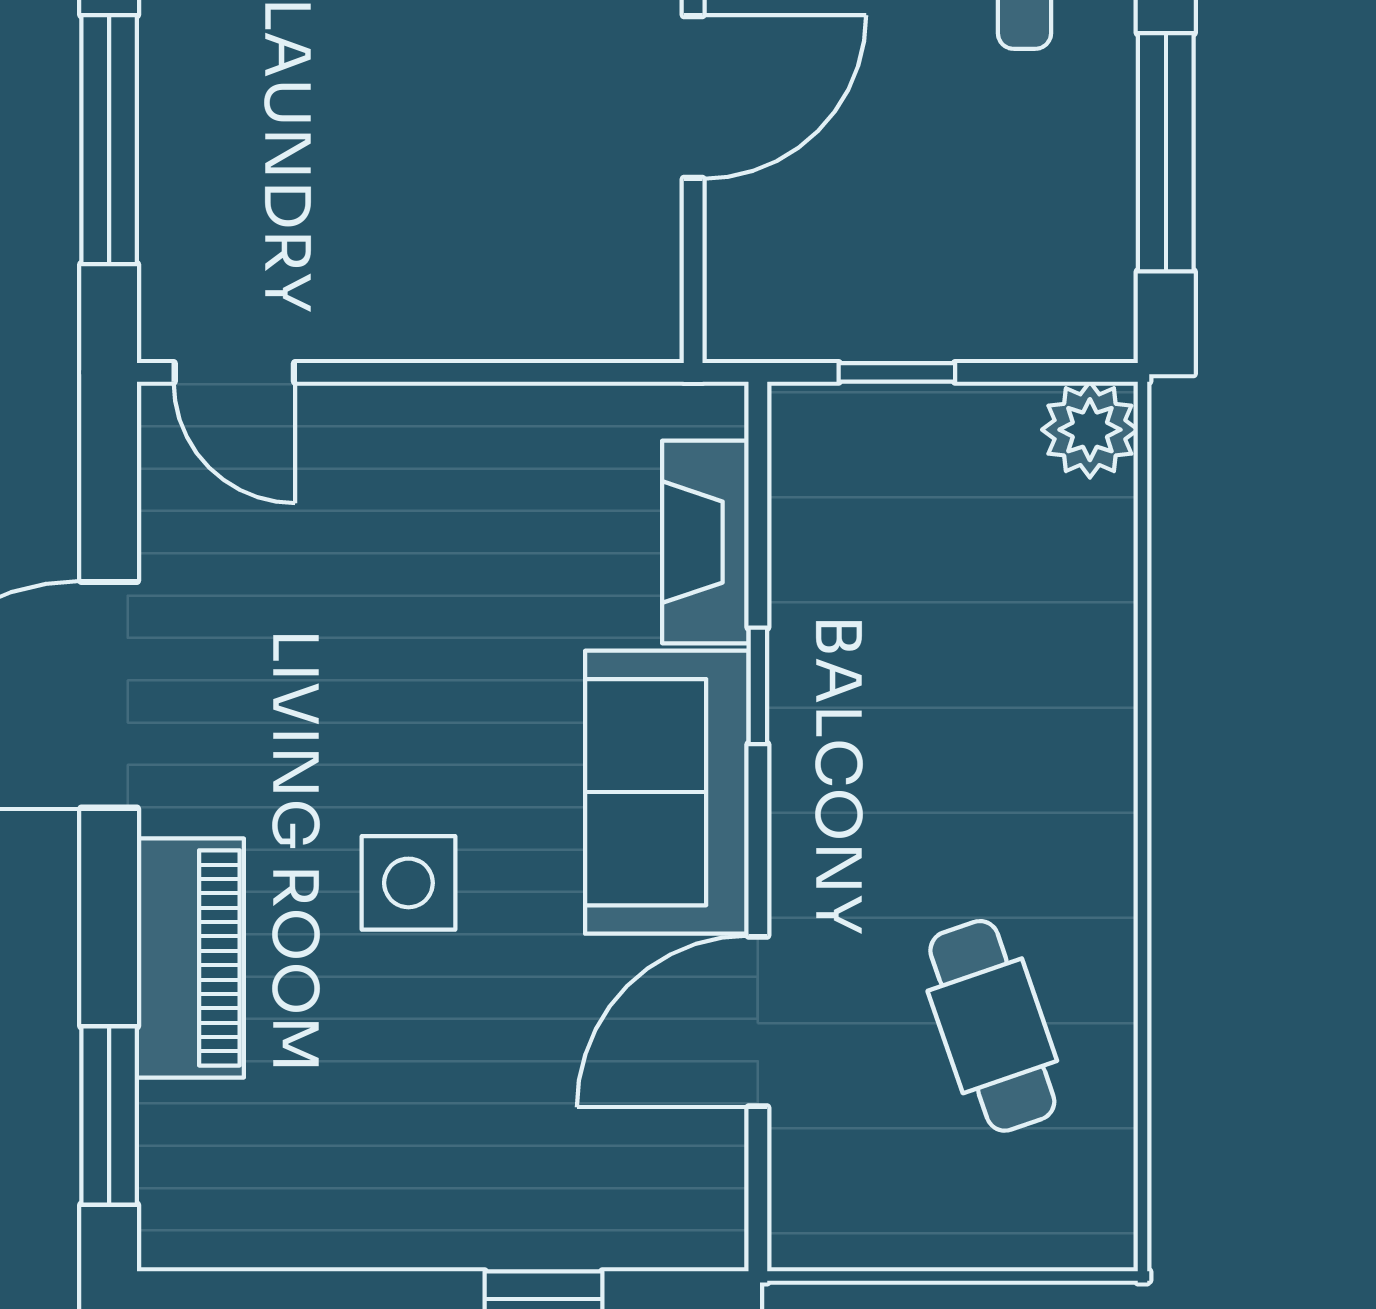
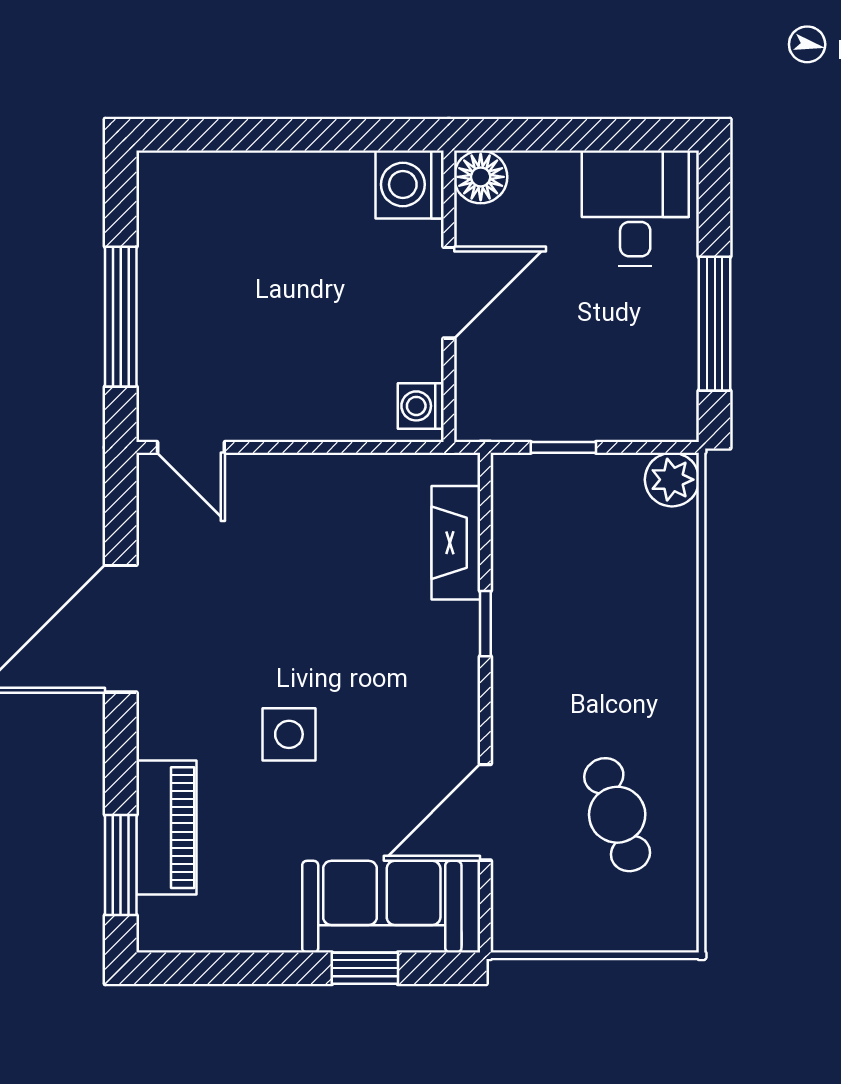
washing machine: (643, 299) -> (421, 406), added
sofa: (667, 792) -> (382, 907), moved, turned 90
piano: (190, 958) -> (166, 828), moved

